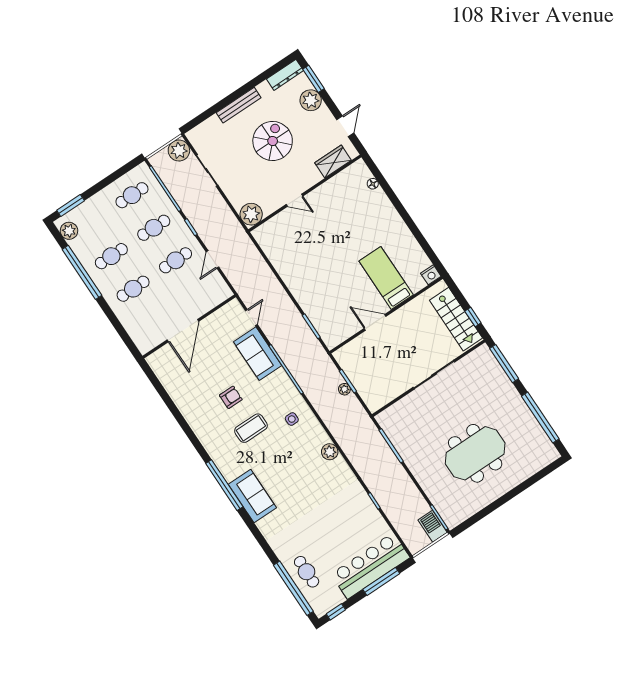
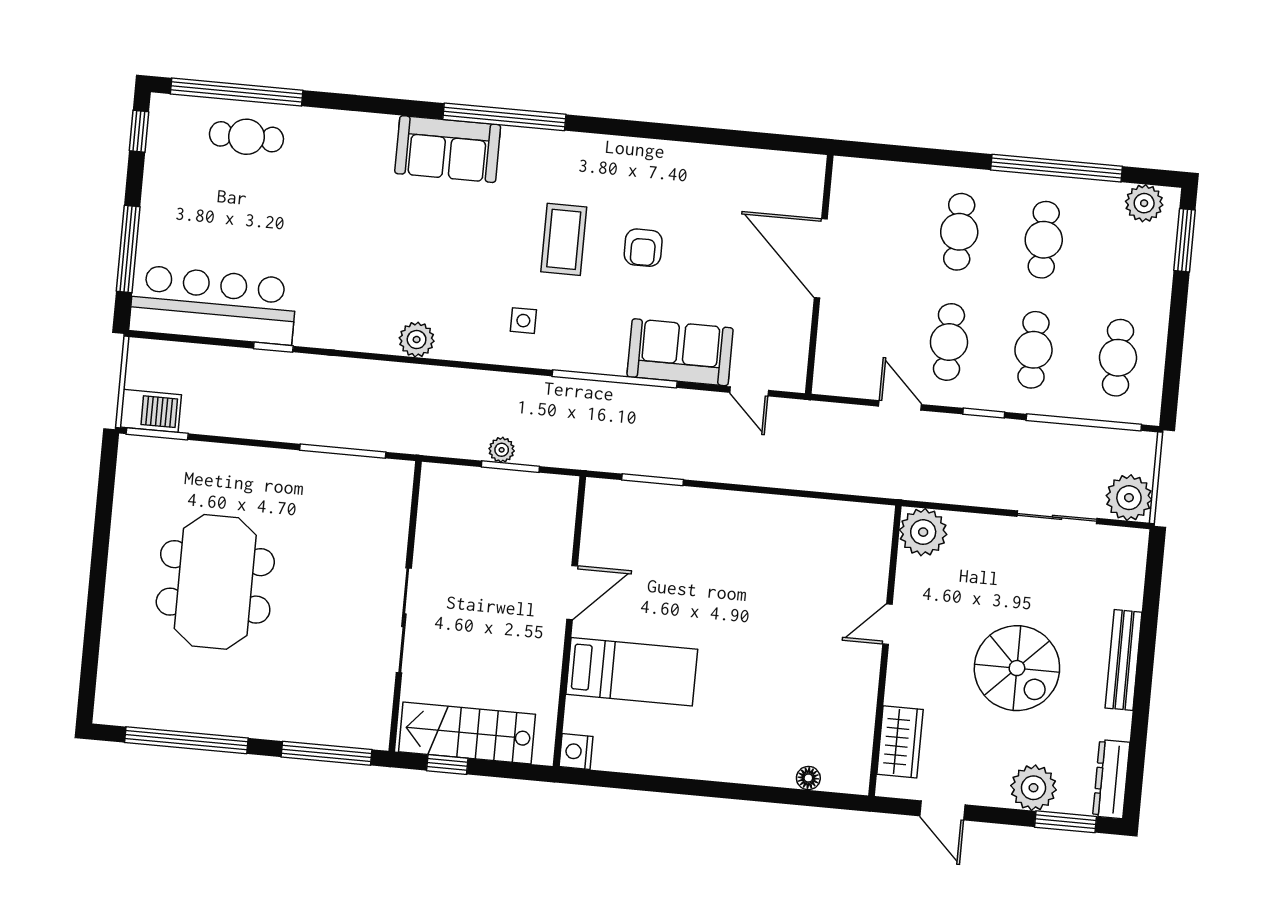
bar counter: (370, 566) -> (213, 305), moved, turned -90

